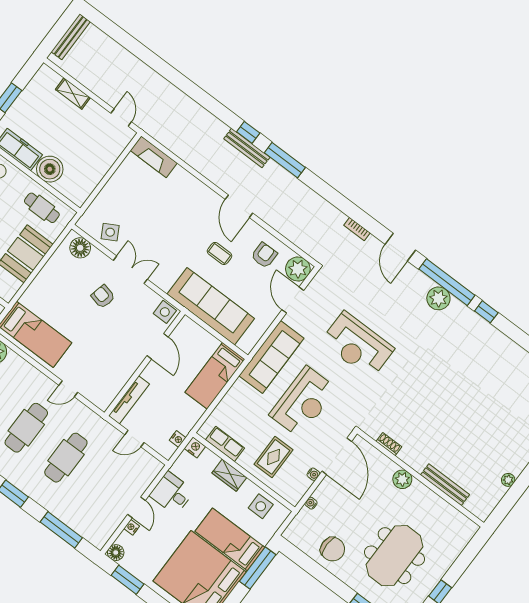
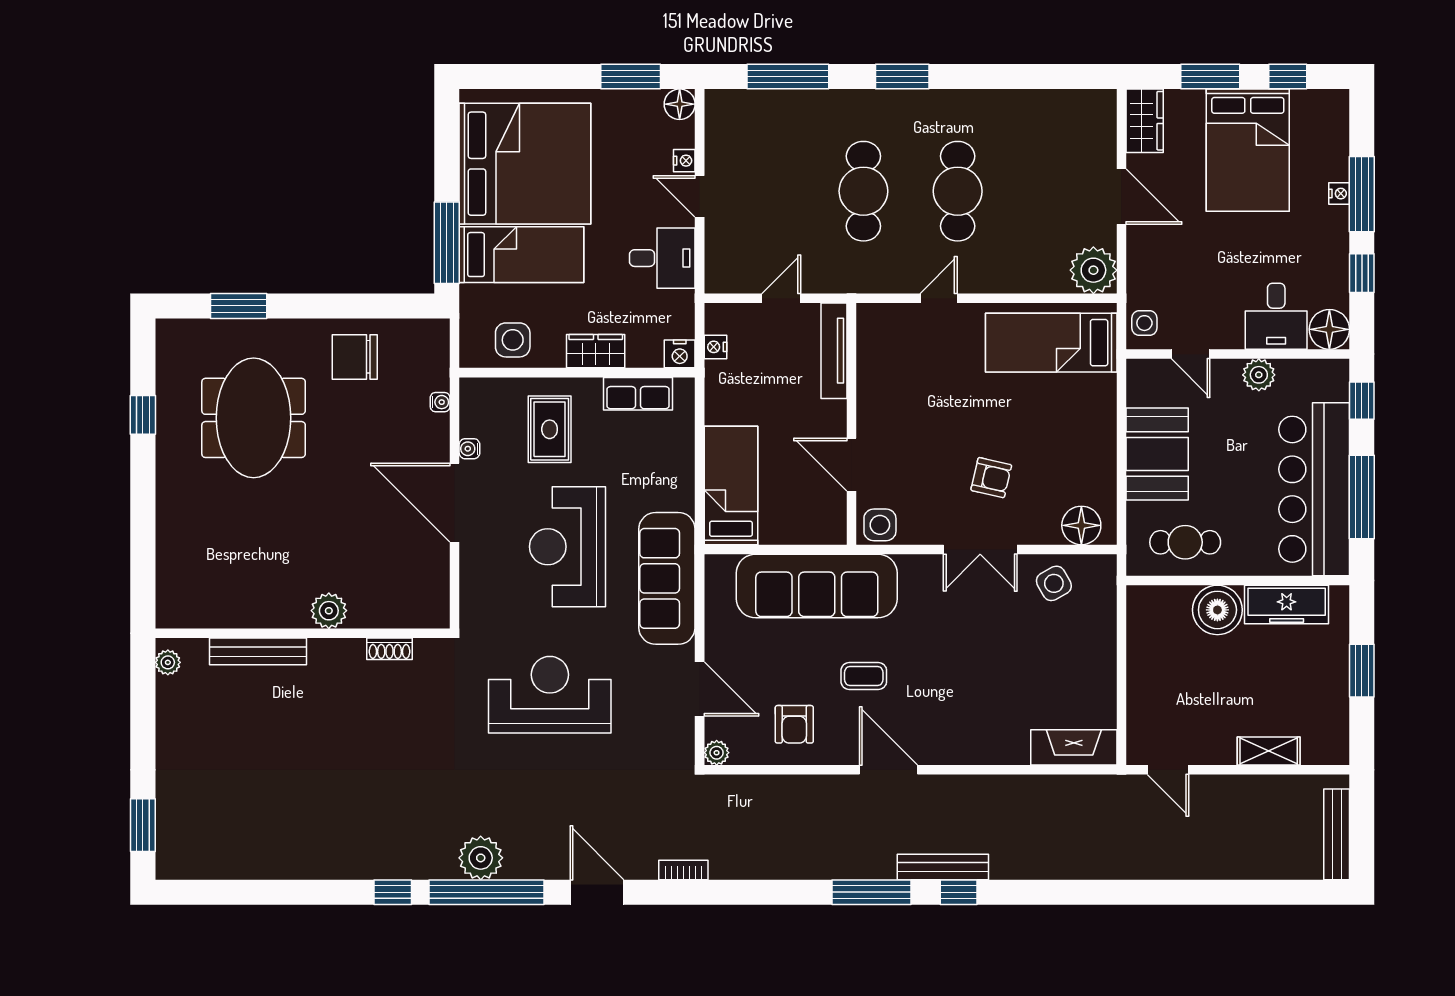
plant: (298, 269) -> (717, 753), width x0.53, depth x0.53
shoe rack: (389, 444) -> (390, 649), moved
wall: (420, 478) -> (303, 633), moved
plant: (402, 479) -> (329, 611), moved
bench: (445, 485) -> (258, 651), moved

